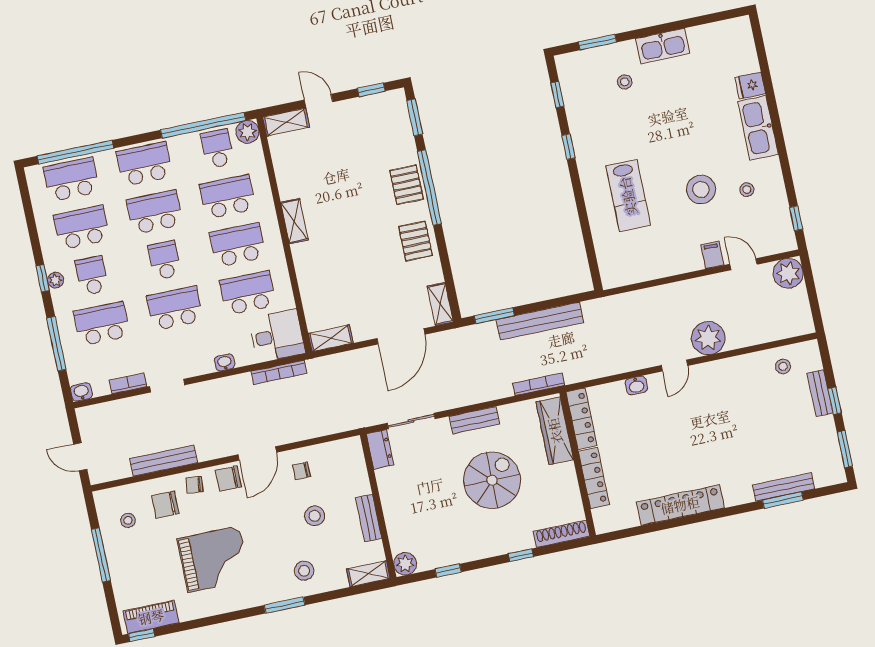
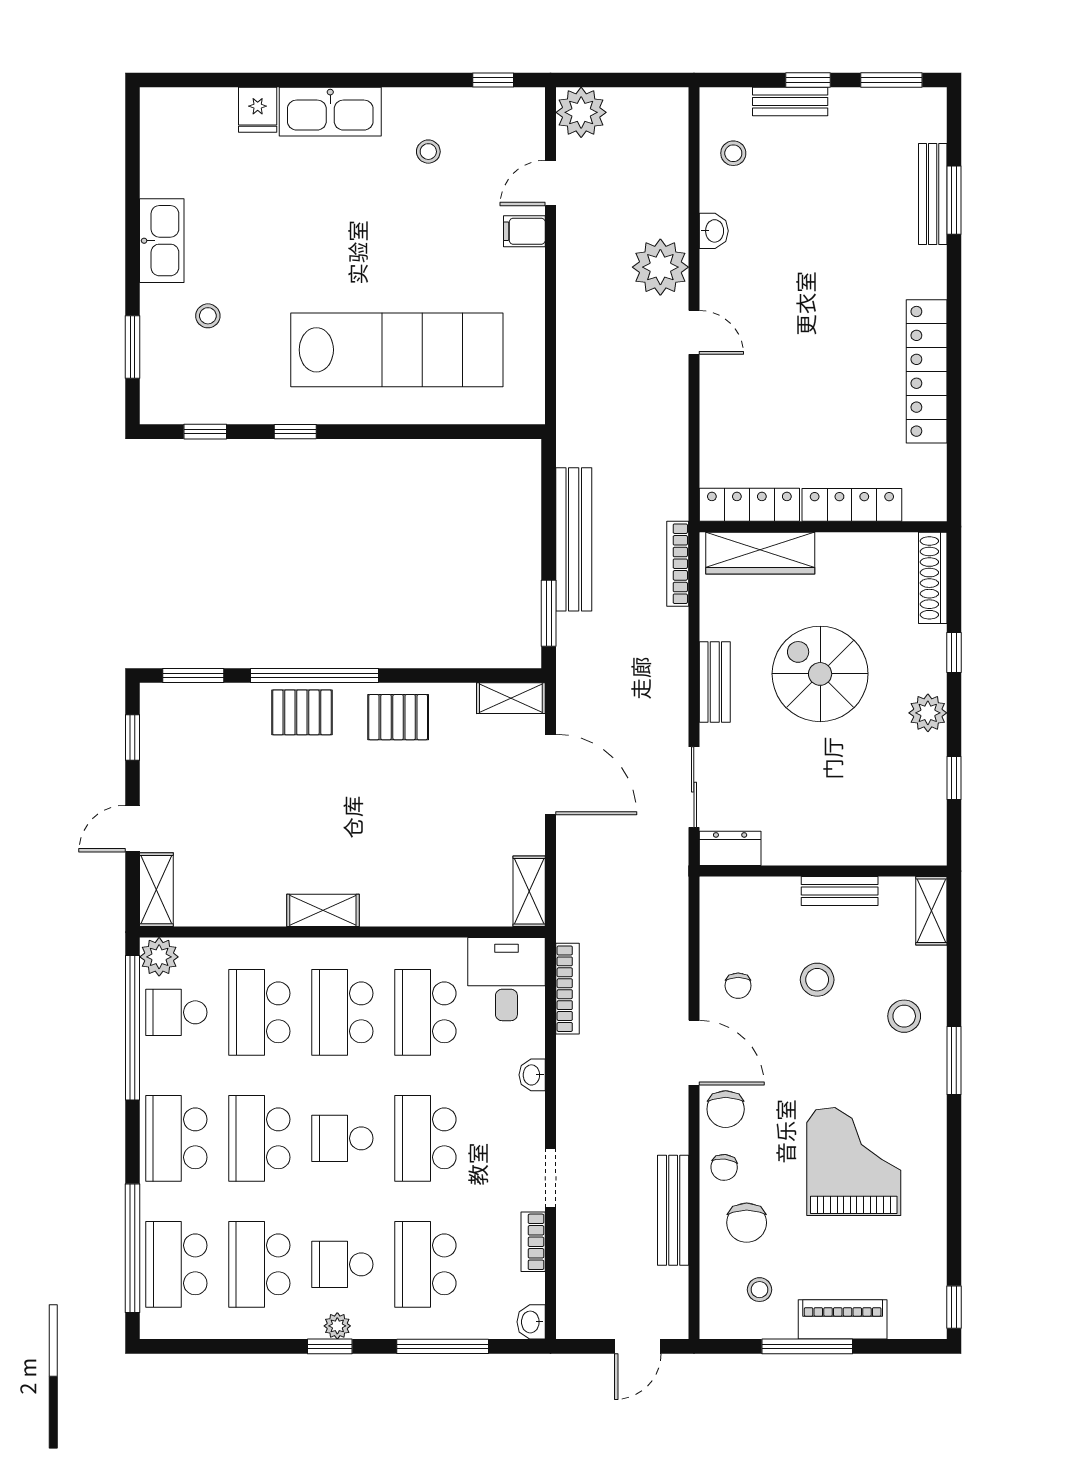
stool: (701, 189) -> (412, 227), removed
lab bench: (628, 196) -> (397, 350), width x1.86, depth x1.39
washbasin: (636, 385) -> (714, 231), moved
plant: (405, 564) -> (928, 713), moved
piano: (151, 617) -> (843, 1319), moved, turned 90

